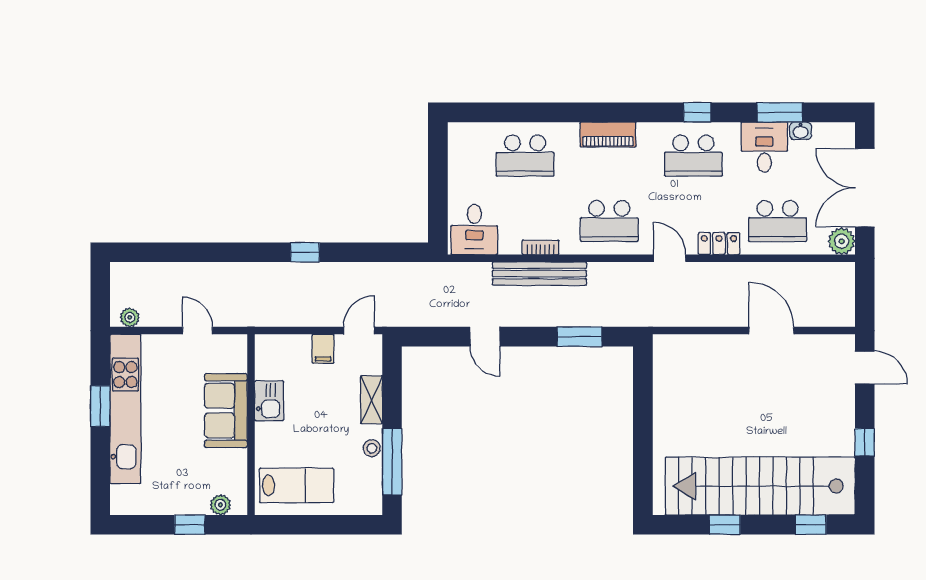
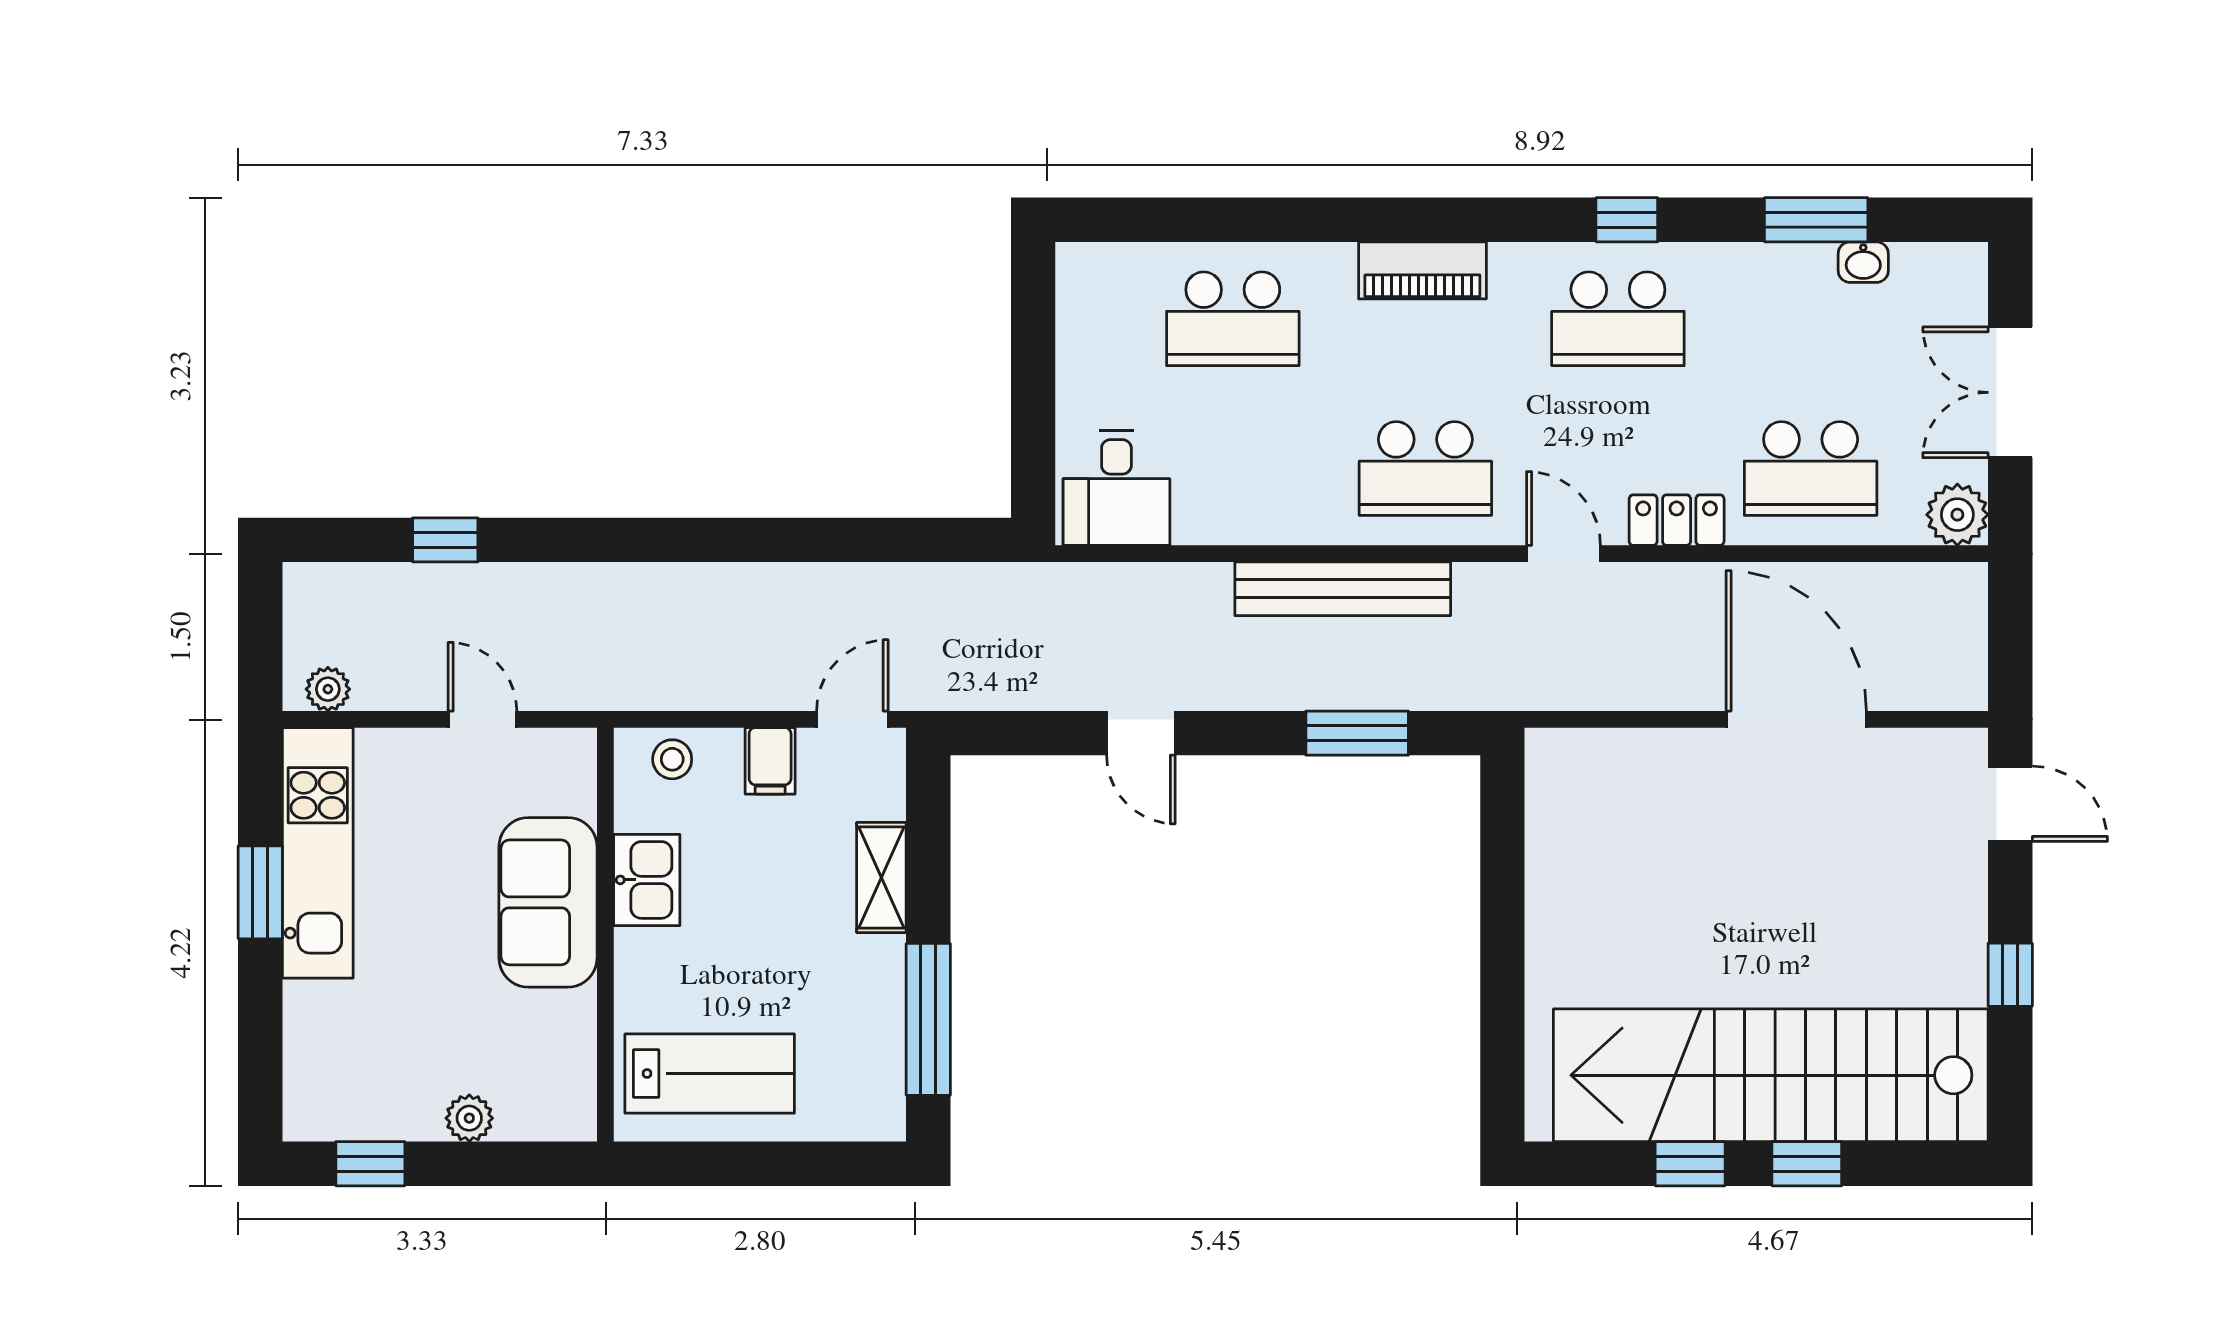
desk: (764, 147) -> (1780, 299), removed
double door: (865, 188) -> (2010, 392), width x0.73
bookcase: (541, 247) -> (1268, 529), removed
window: (305, 252) -> (445, 540), moved
bench: (539, 274) -> (1343, 589), moved
door: (771, 331) -> (1796, 719), width x1.36
kitchen unit: (125, 409) -> (318, 853), width x0.73
stool: (372, 448) -> (672, 759), moved
plant: (220, 505) -> (469, 1118), moved
window: (190, 525) -> (370, 1164), moved
window: (811, 525) -> (1807, 1164), moved

